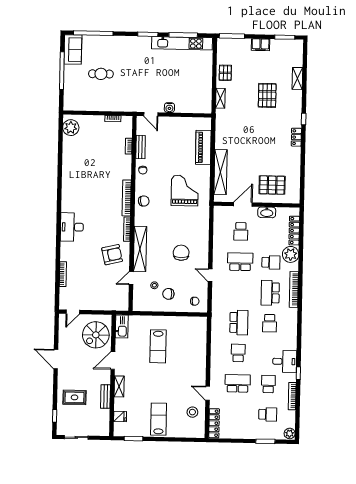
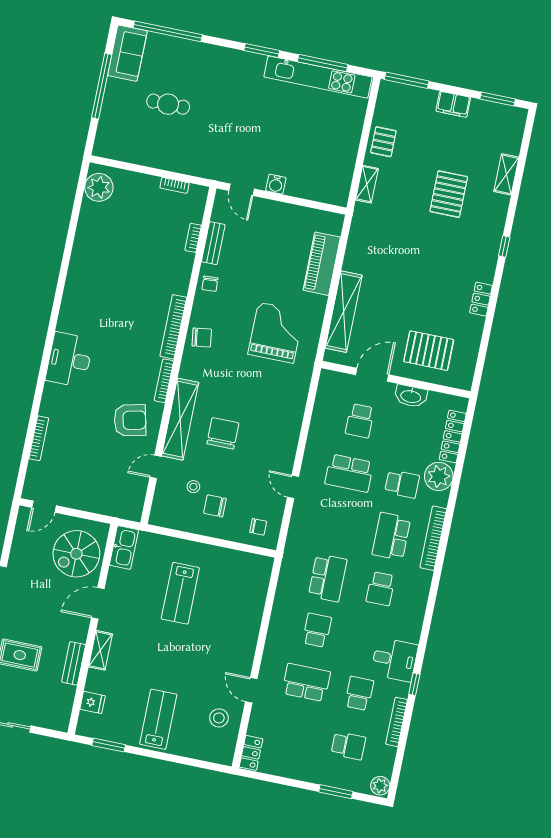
locker: (296, 137) -> (481, 299), moved
chair: (181, 253) -> (223, 433), moved
school desk: (240, 262) -> (349, 473), turned 180
locker: (214, 423) -> (251, 753), width x0.66

